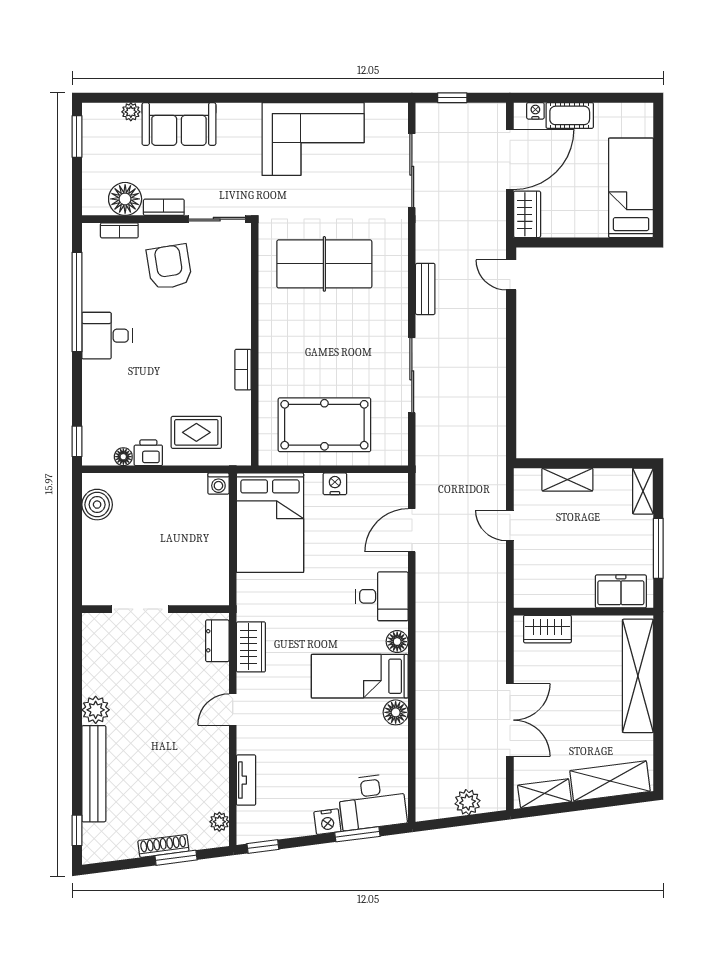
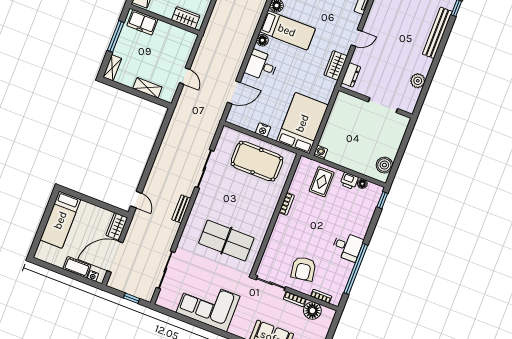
rug: (196, 432) -> (322, 182), turned 90
plant: (96, 710) -> (418, 81), moved

